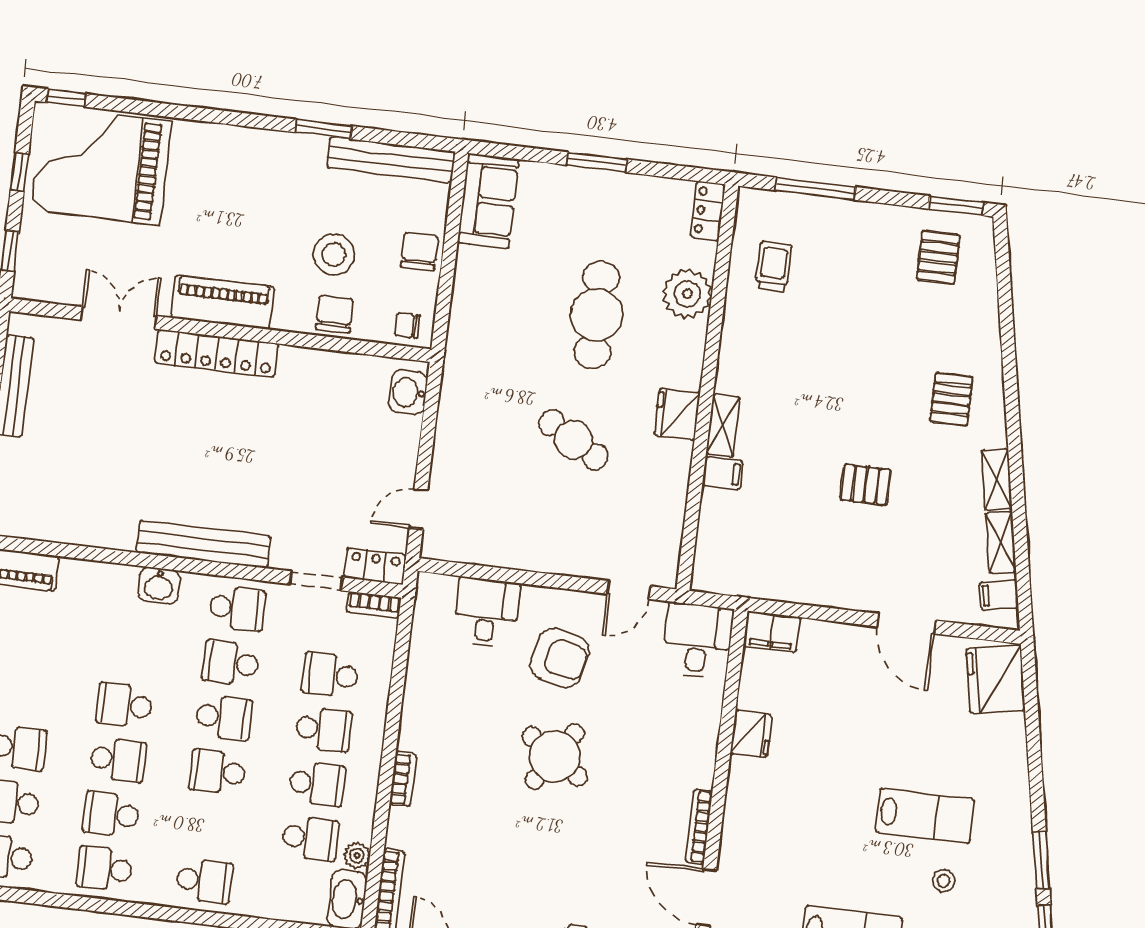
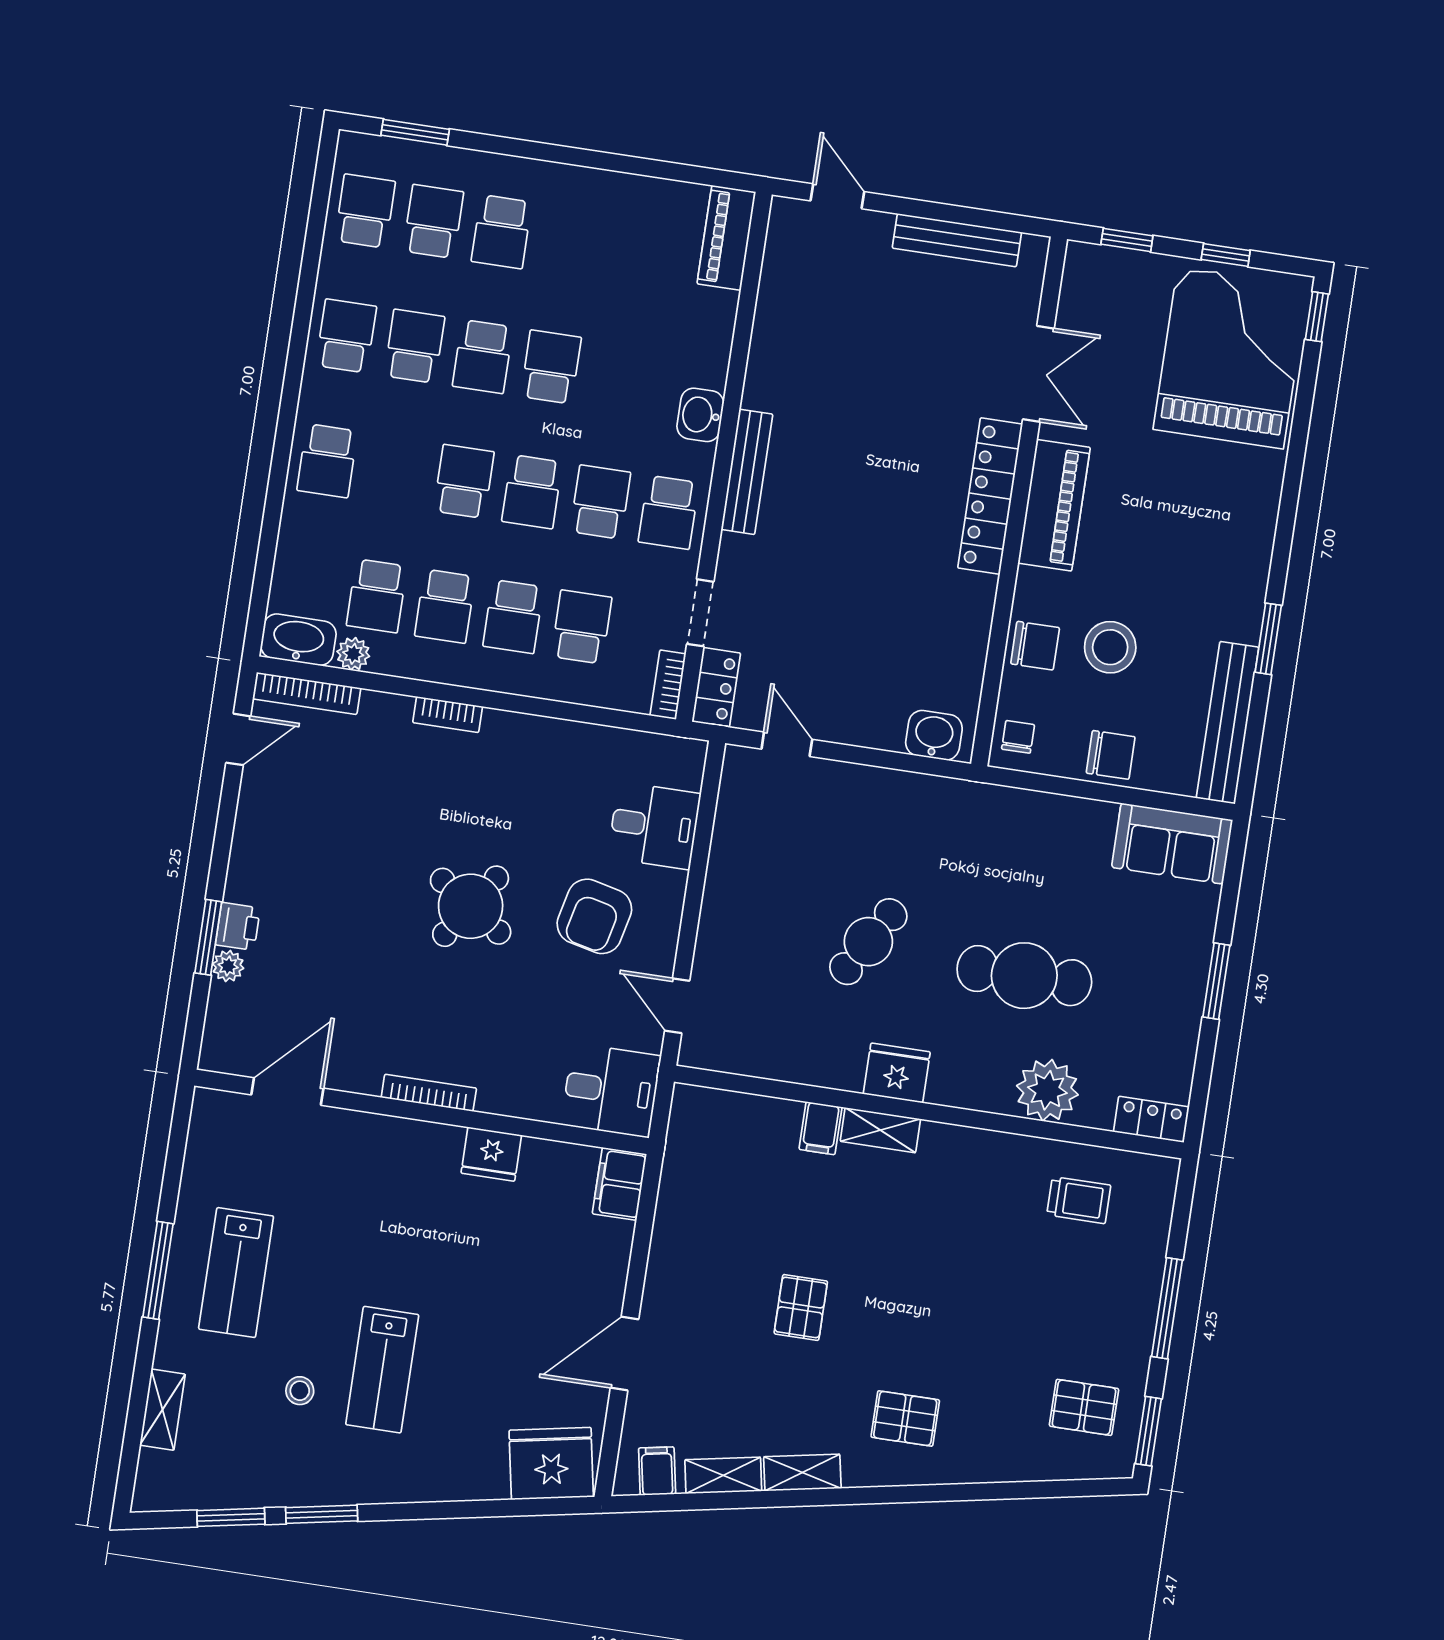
window: (816, 189) -> (1167, 1308), moved
bench: (203, 544) -> (747, 472), width x0.73, depth x0.82
bookcase: (699, 827) -> (429, 1093), moved

